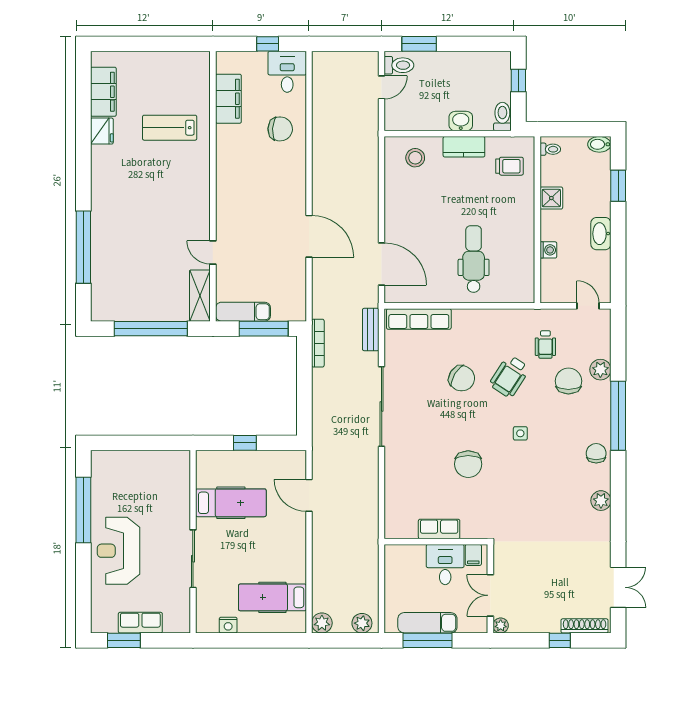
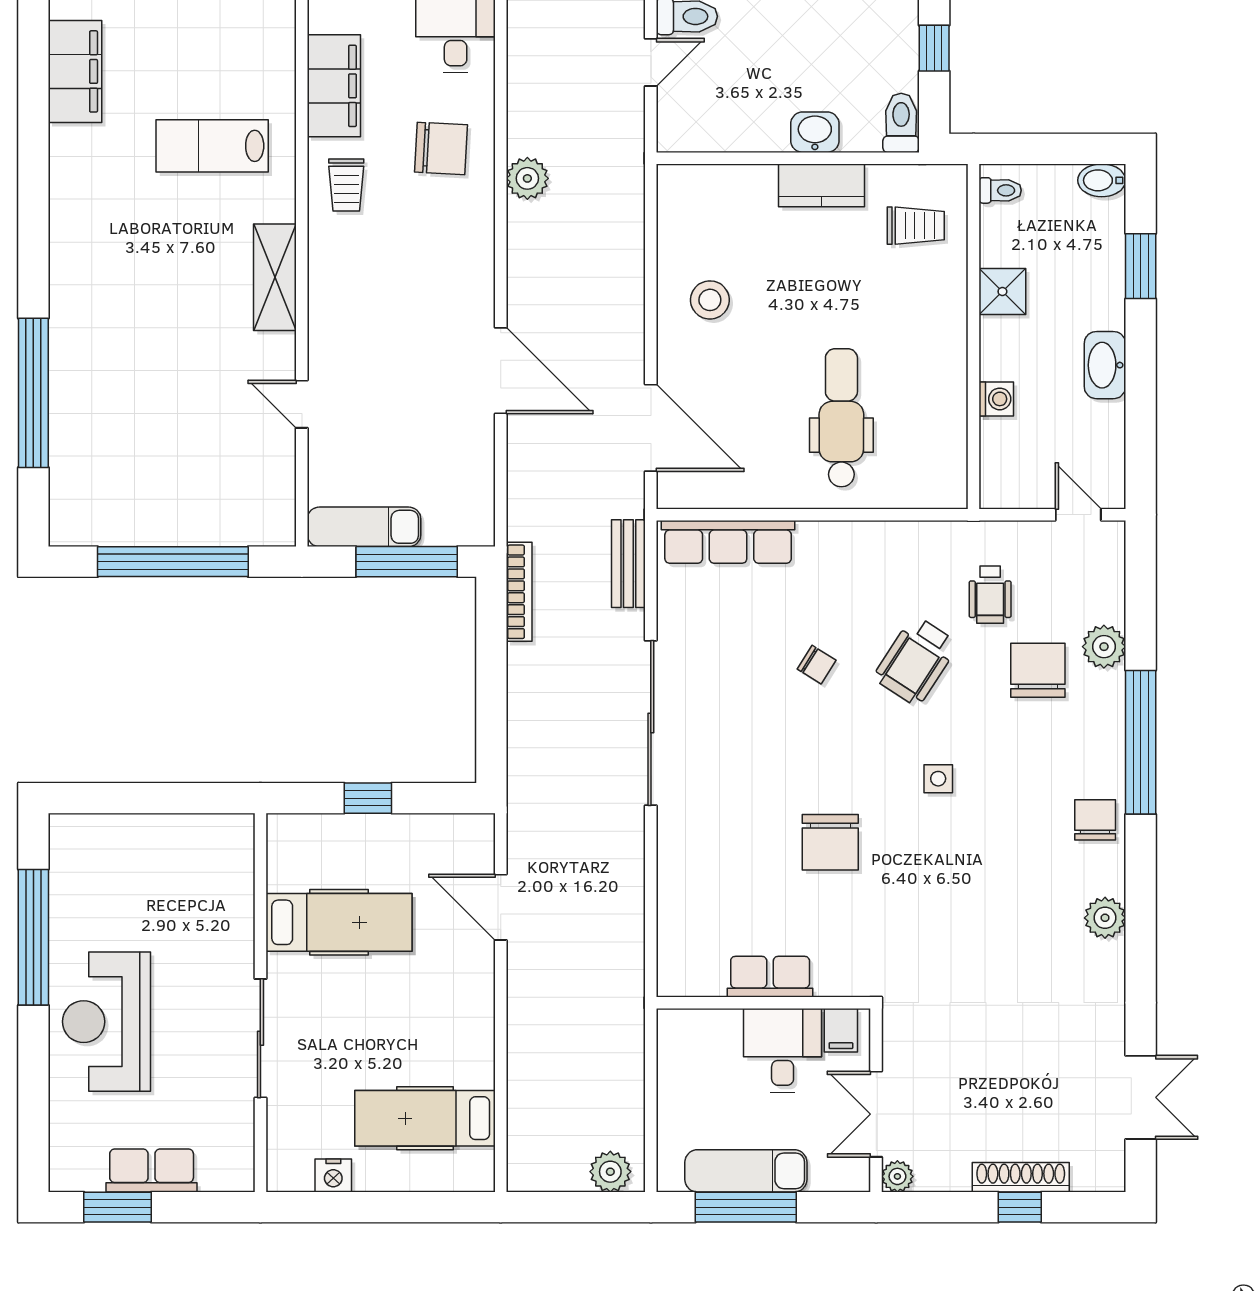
fridge: (102, 131) -> (72, 153), removed
trolley: (234, 147) -> (346, 185), added
stool: (415, 158) -> (710, 300), moved
shelving: (200, 296) -> (275, 277), moved
chair: (462, 378) -> (817, 665), width x0.54, depth x0.54
plant: (322, 623) -> (527, 178), moved
shoe rack: (585, 626) -> (1021, 1177), moved

